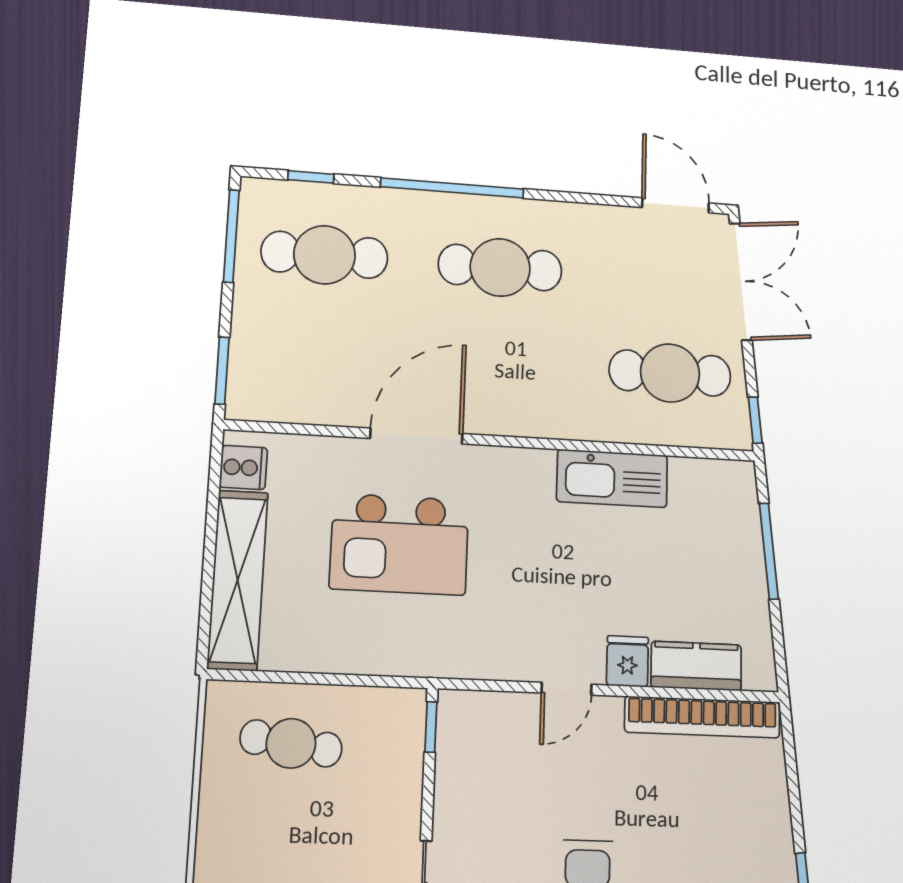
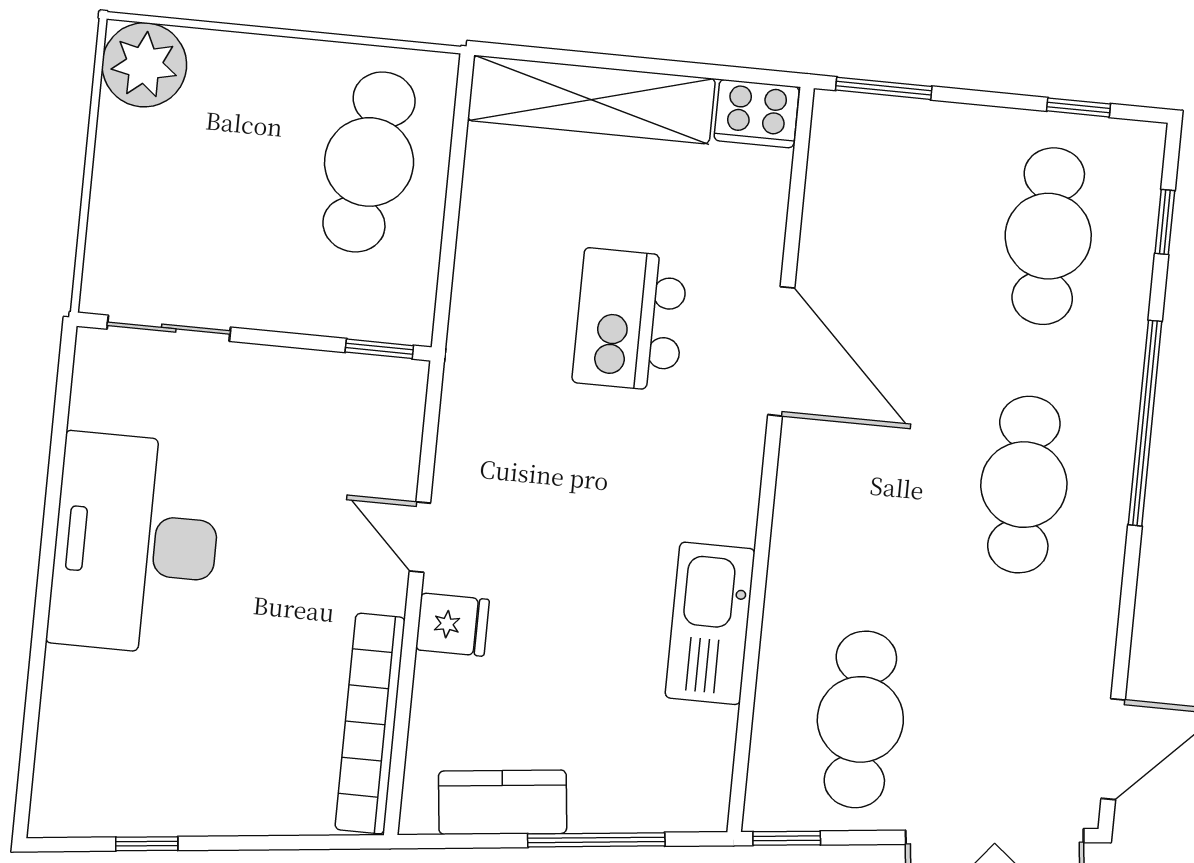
window: (231, 236) -> (1079, 107), width x0.46
cooker: (243, 467) -> (757, 114), width x1.36
kitchen island: (399, 544) -> (630, 320), width x0.73, depth x0.78
kitchen counter: (696, 666) -> (503, 802), moved, turned -96
cafe table: (291, 743) -> (369, 162), width x1.37, depth x1.35

